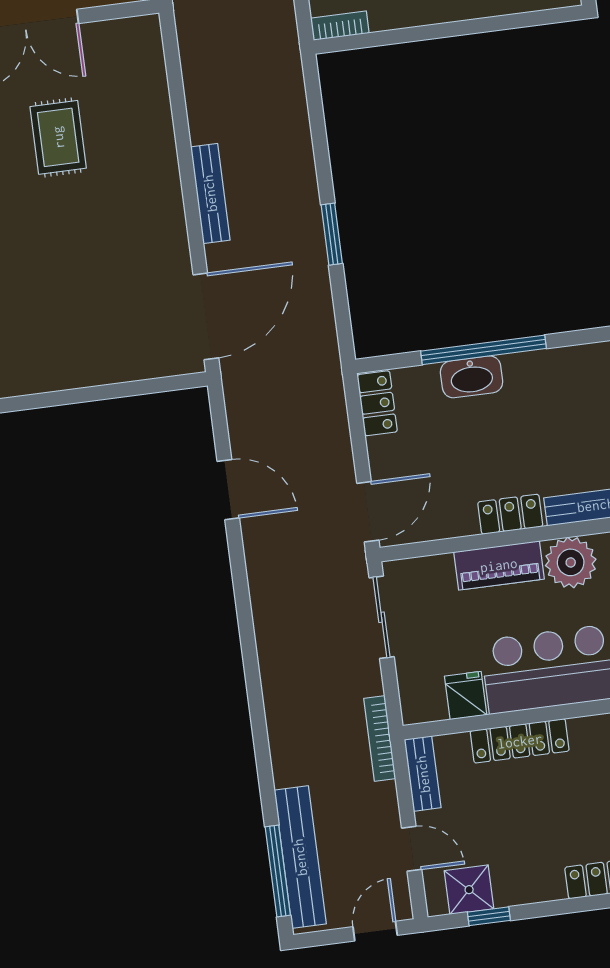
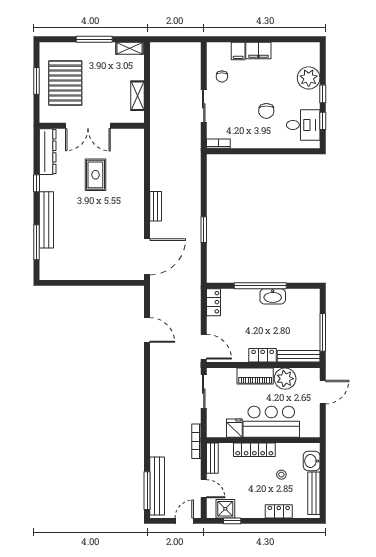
bench: (210, 193) -> (156, 206), width x0.73
washbasin: (472, 377) -> (273, 296), moved
door: (368, 512) -> (204, 347), hinge flipped
stool: (592, 791) -> (281, 475), added

